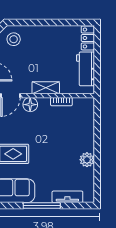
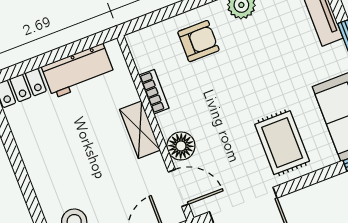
armchair: (78, 132) -> (198, 41), added

